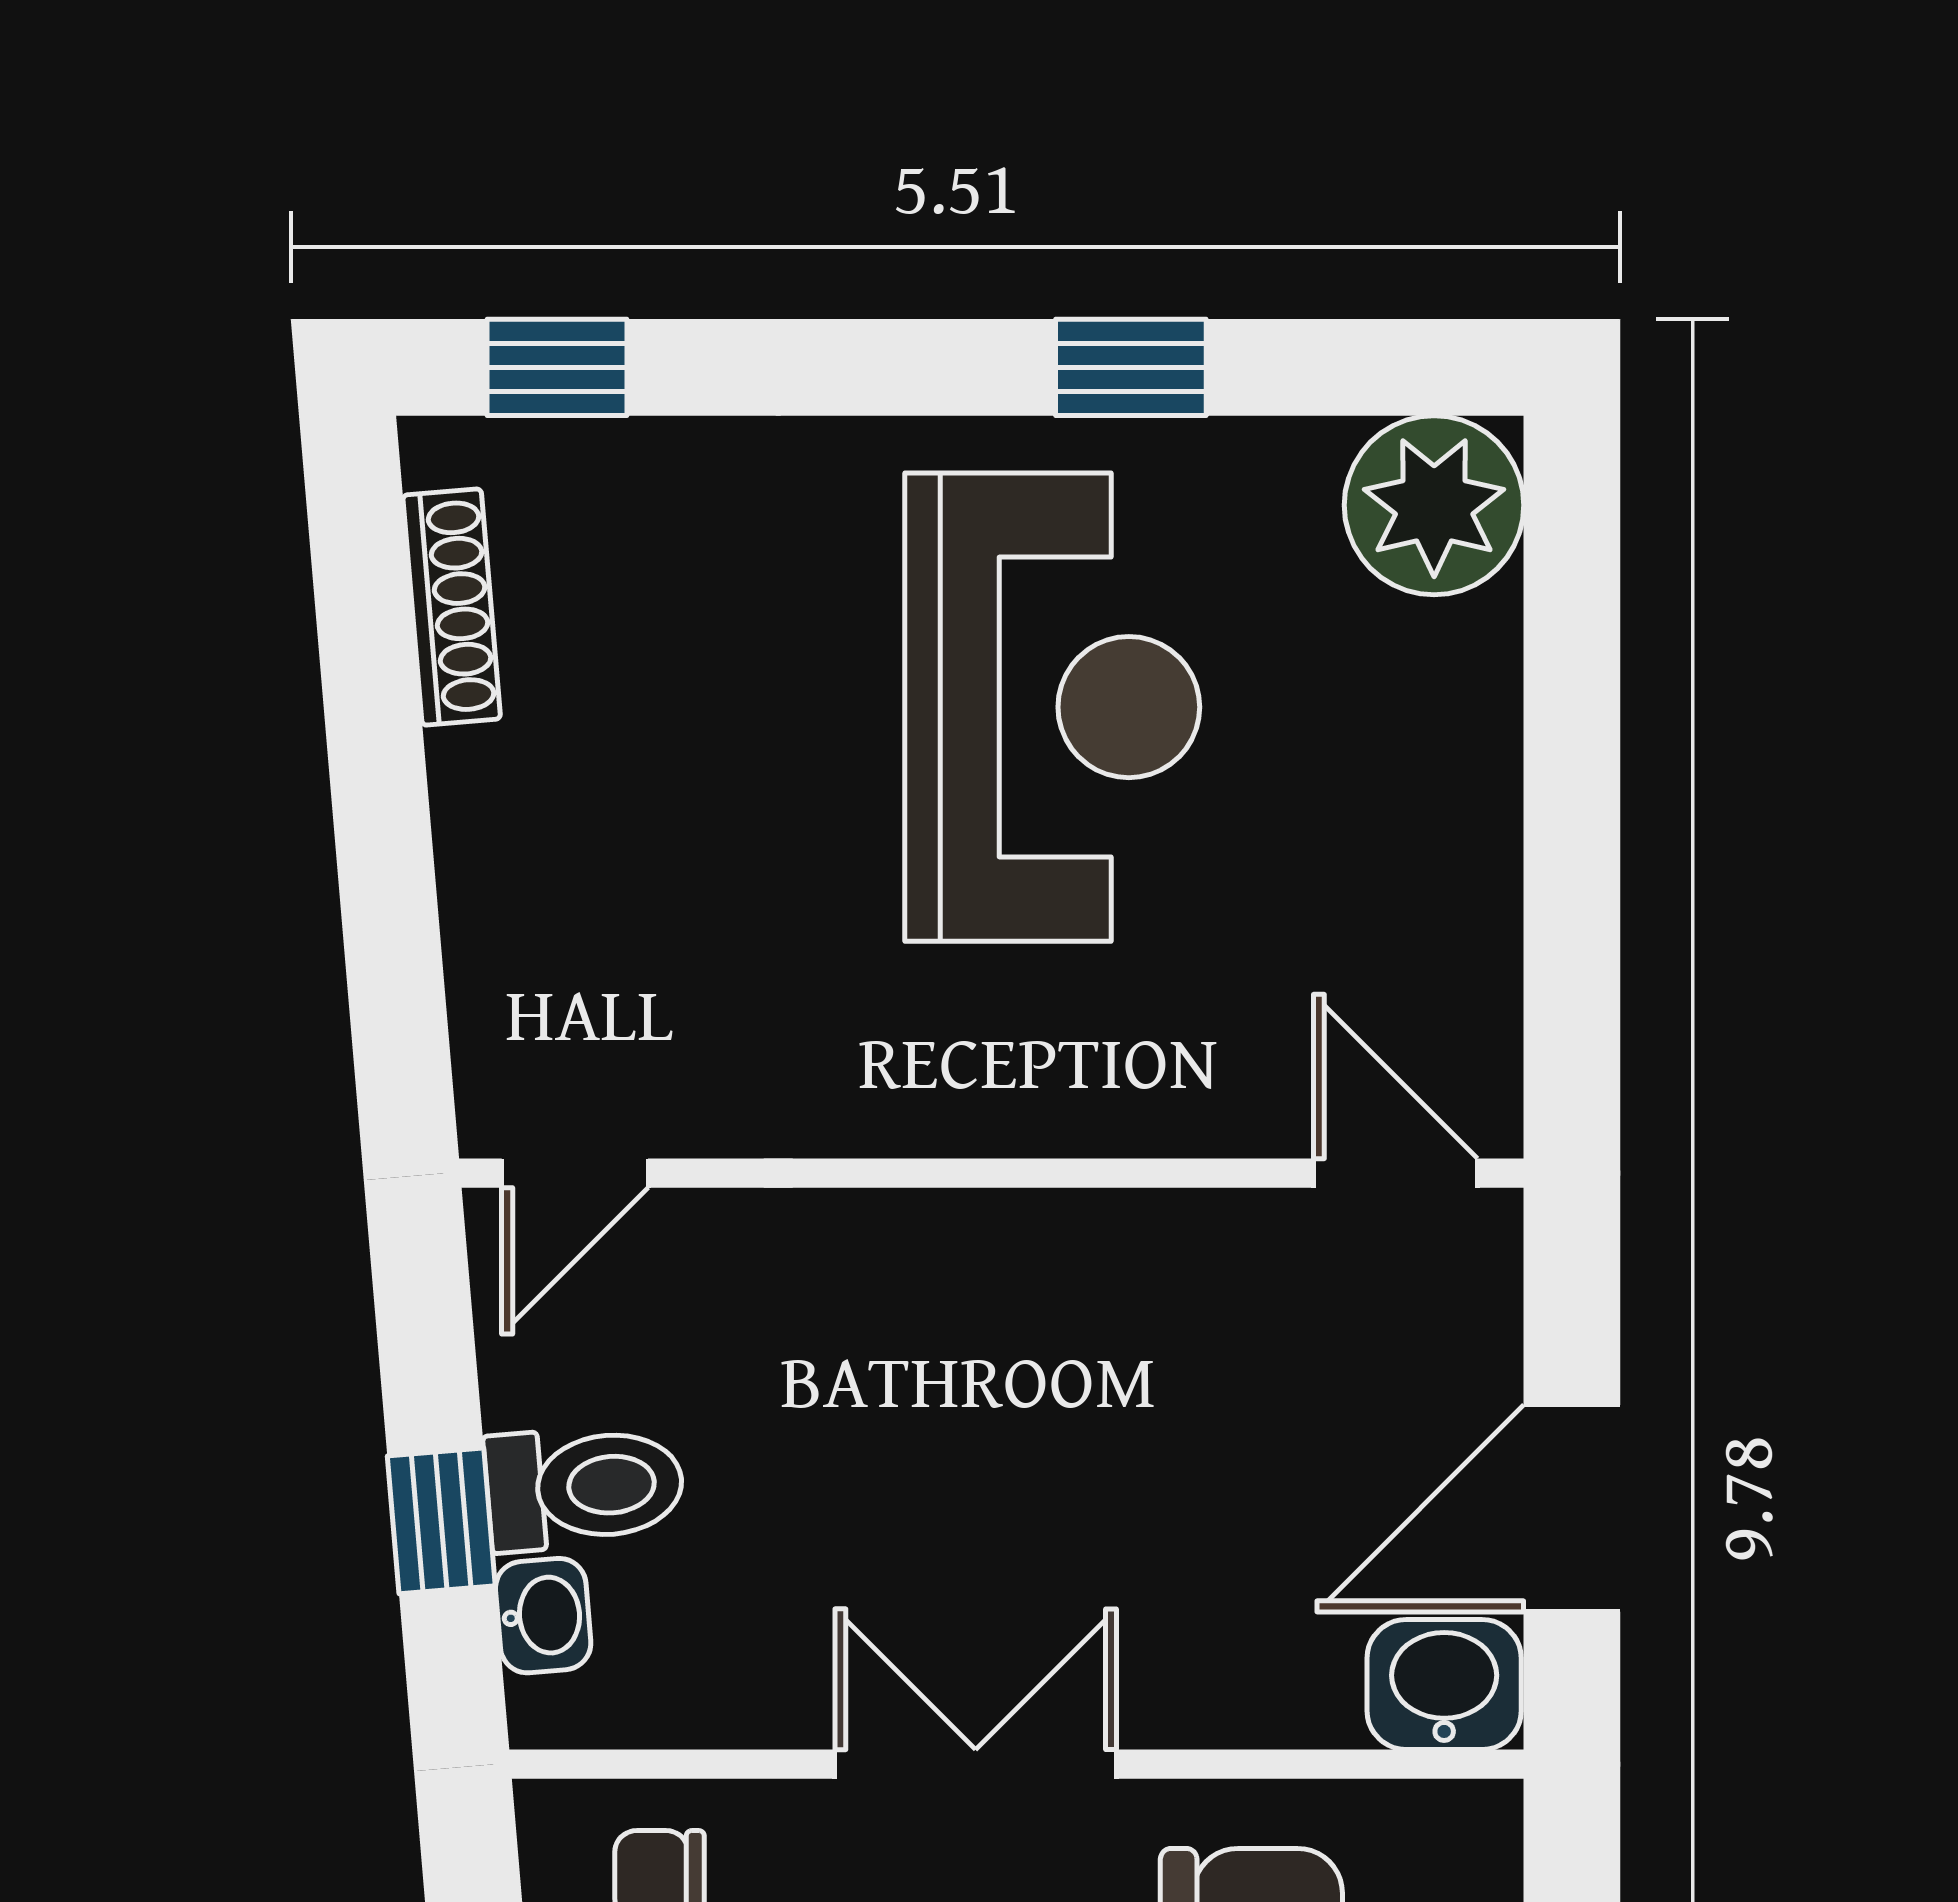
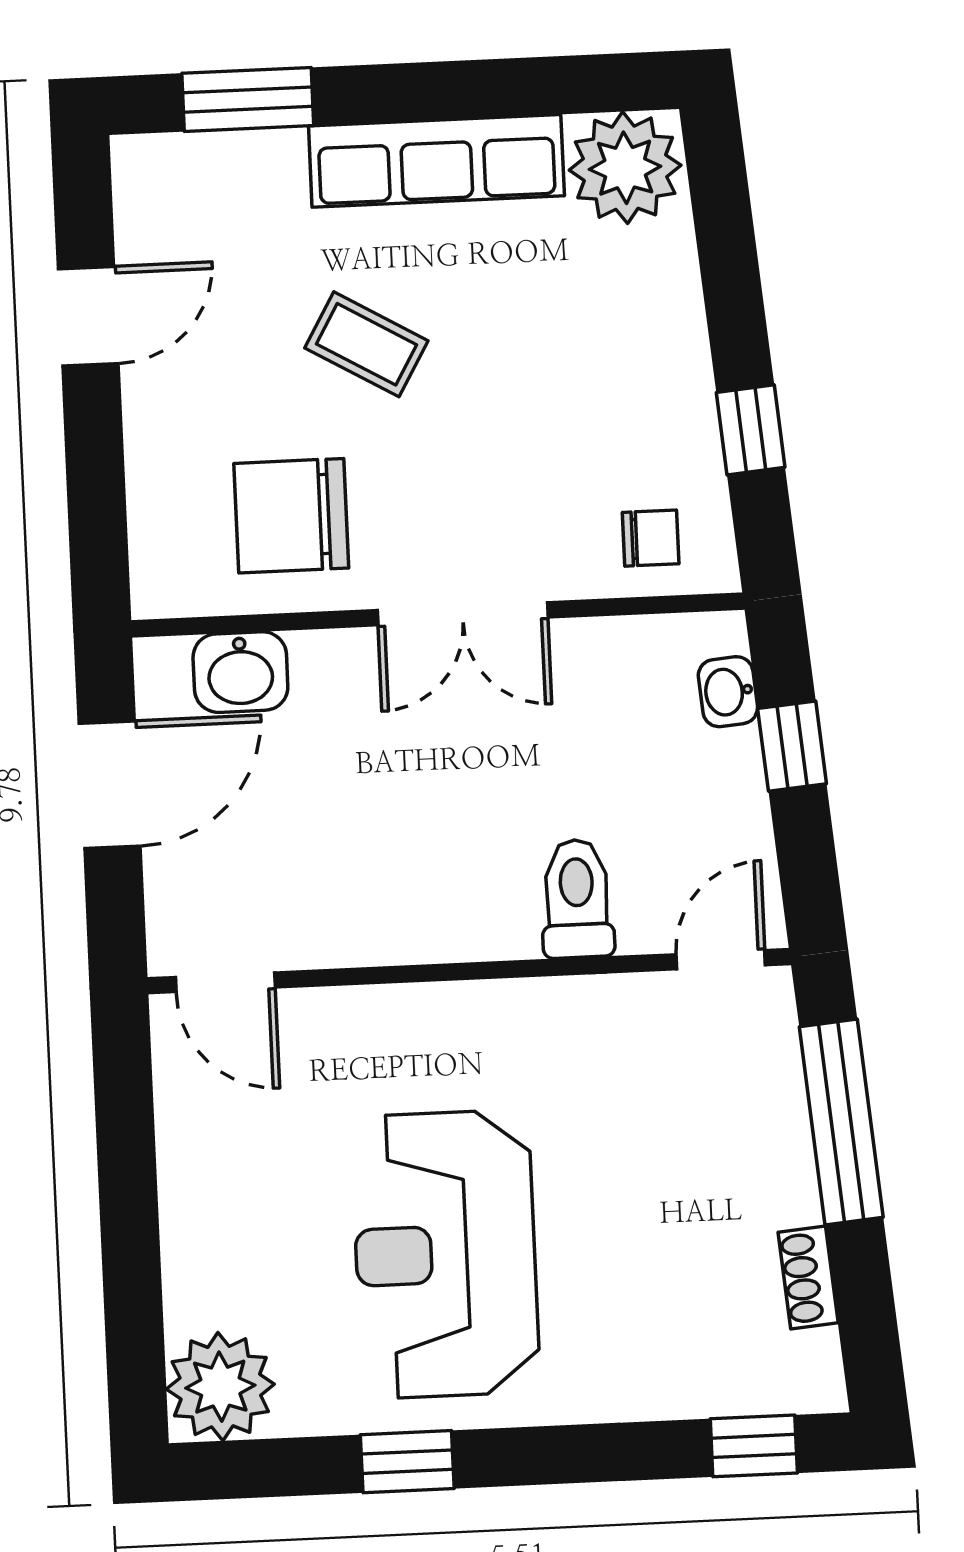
shoe rack: (452, 607) -> (808, 1277), width x0.70
window: (388, 896) -> (841, 1122), added
toilet: (584, 1487) -> (577, 899), moved, turned 95
washbasin: (1444, 1685) -> (240, 672), moved

